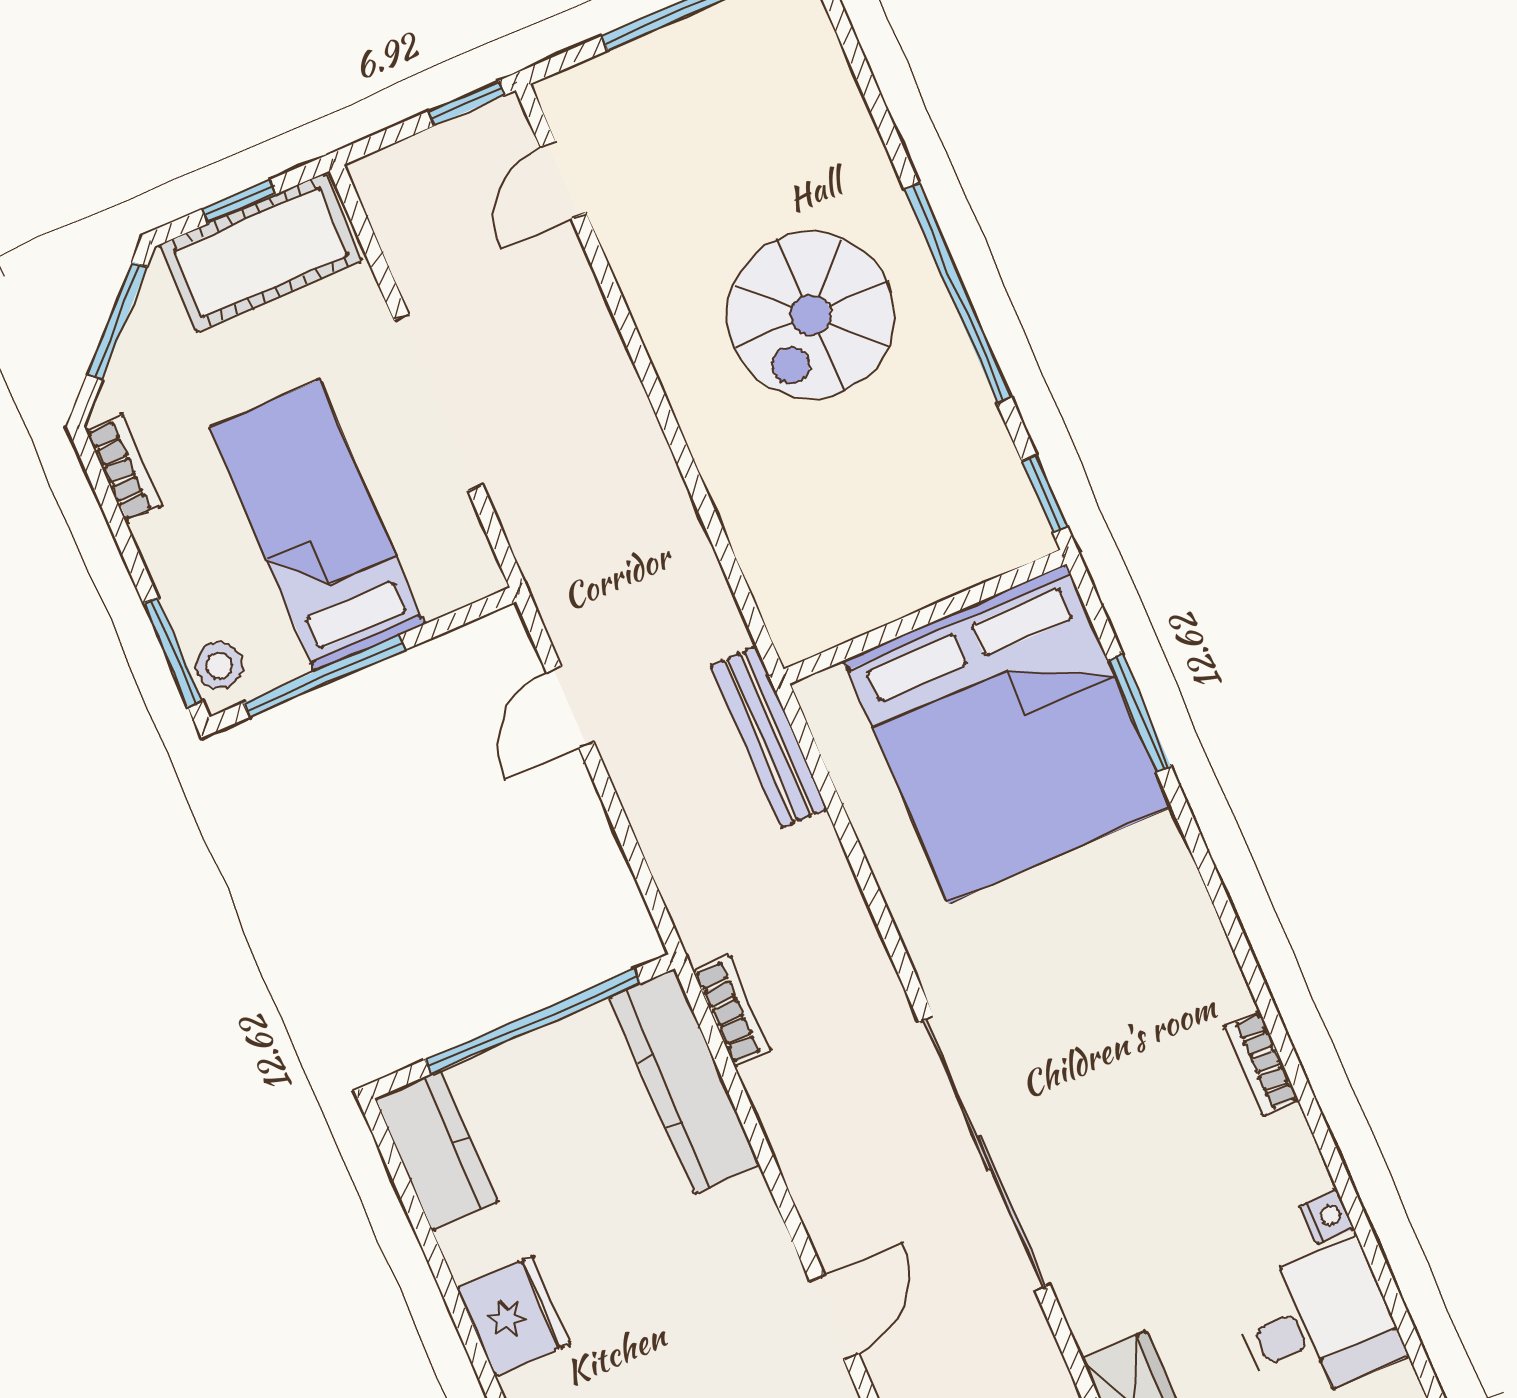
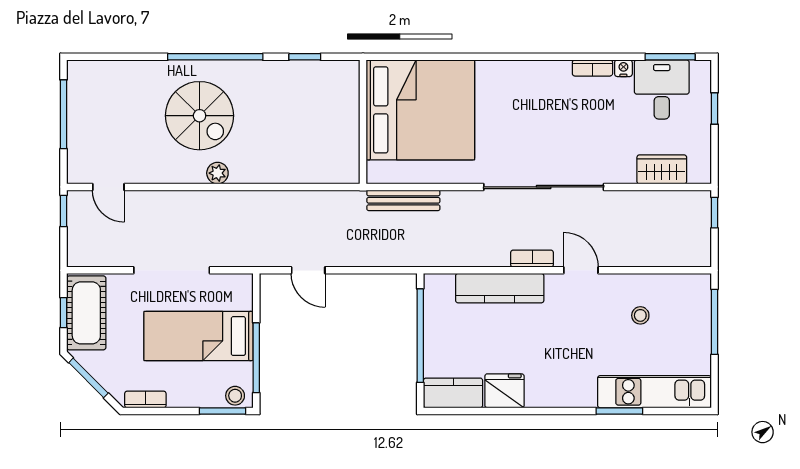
plant: (700, 411) -> (217, 173), added
wall: (925, 617) -> (363, 122), moved
window: (1140, 713) -> (670, 57), moved
bed: (1007, 733) -> (420, 110), moved
bench: (769, 737) -> (403, 200), moved
bookcase: (732, 1011) -> (532, 259), moved
bookcase: (1261, 1063) -> (592, 68), moved
kitchen counter: (685, 1081) -> (500, 288), moved
fridge: (514, 1316) -> (504, 391), moved

